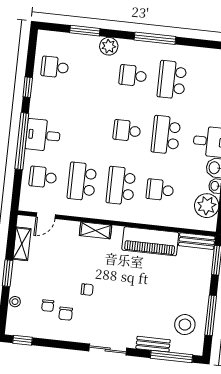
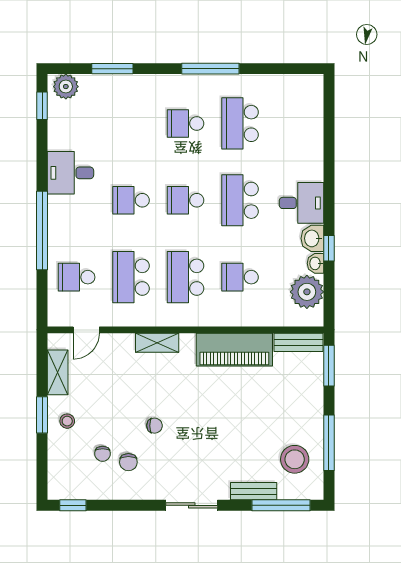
plant: (109, 46) -> (66, 87), moved
school desk: (55, 67) -> (131, 200), moved
window: (28, 87) -> (42, 106), moved
desk: (43, 135) -> (70, 173), moved
stool: (15, 302) -> (67, 421), moved

